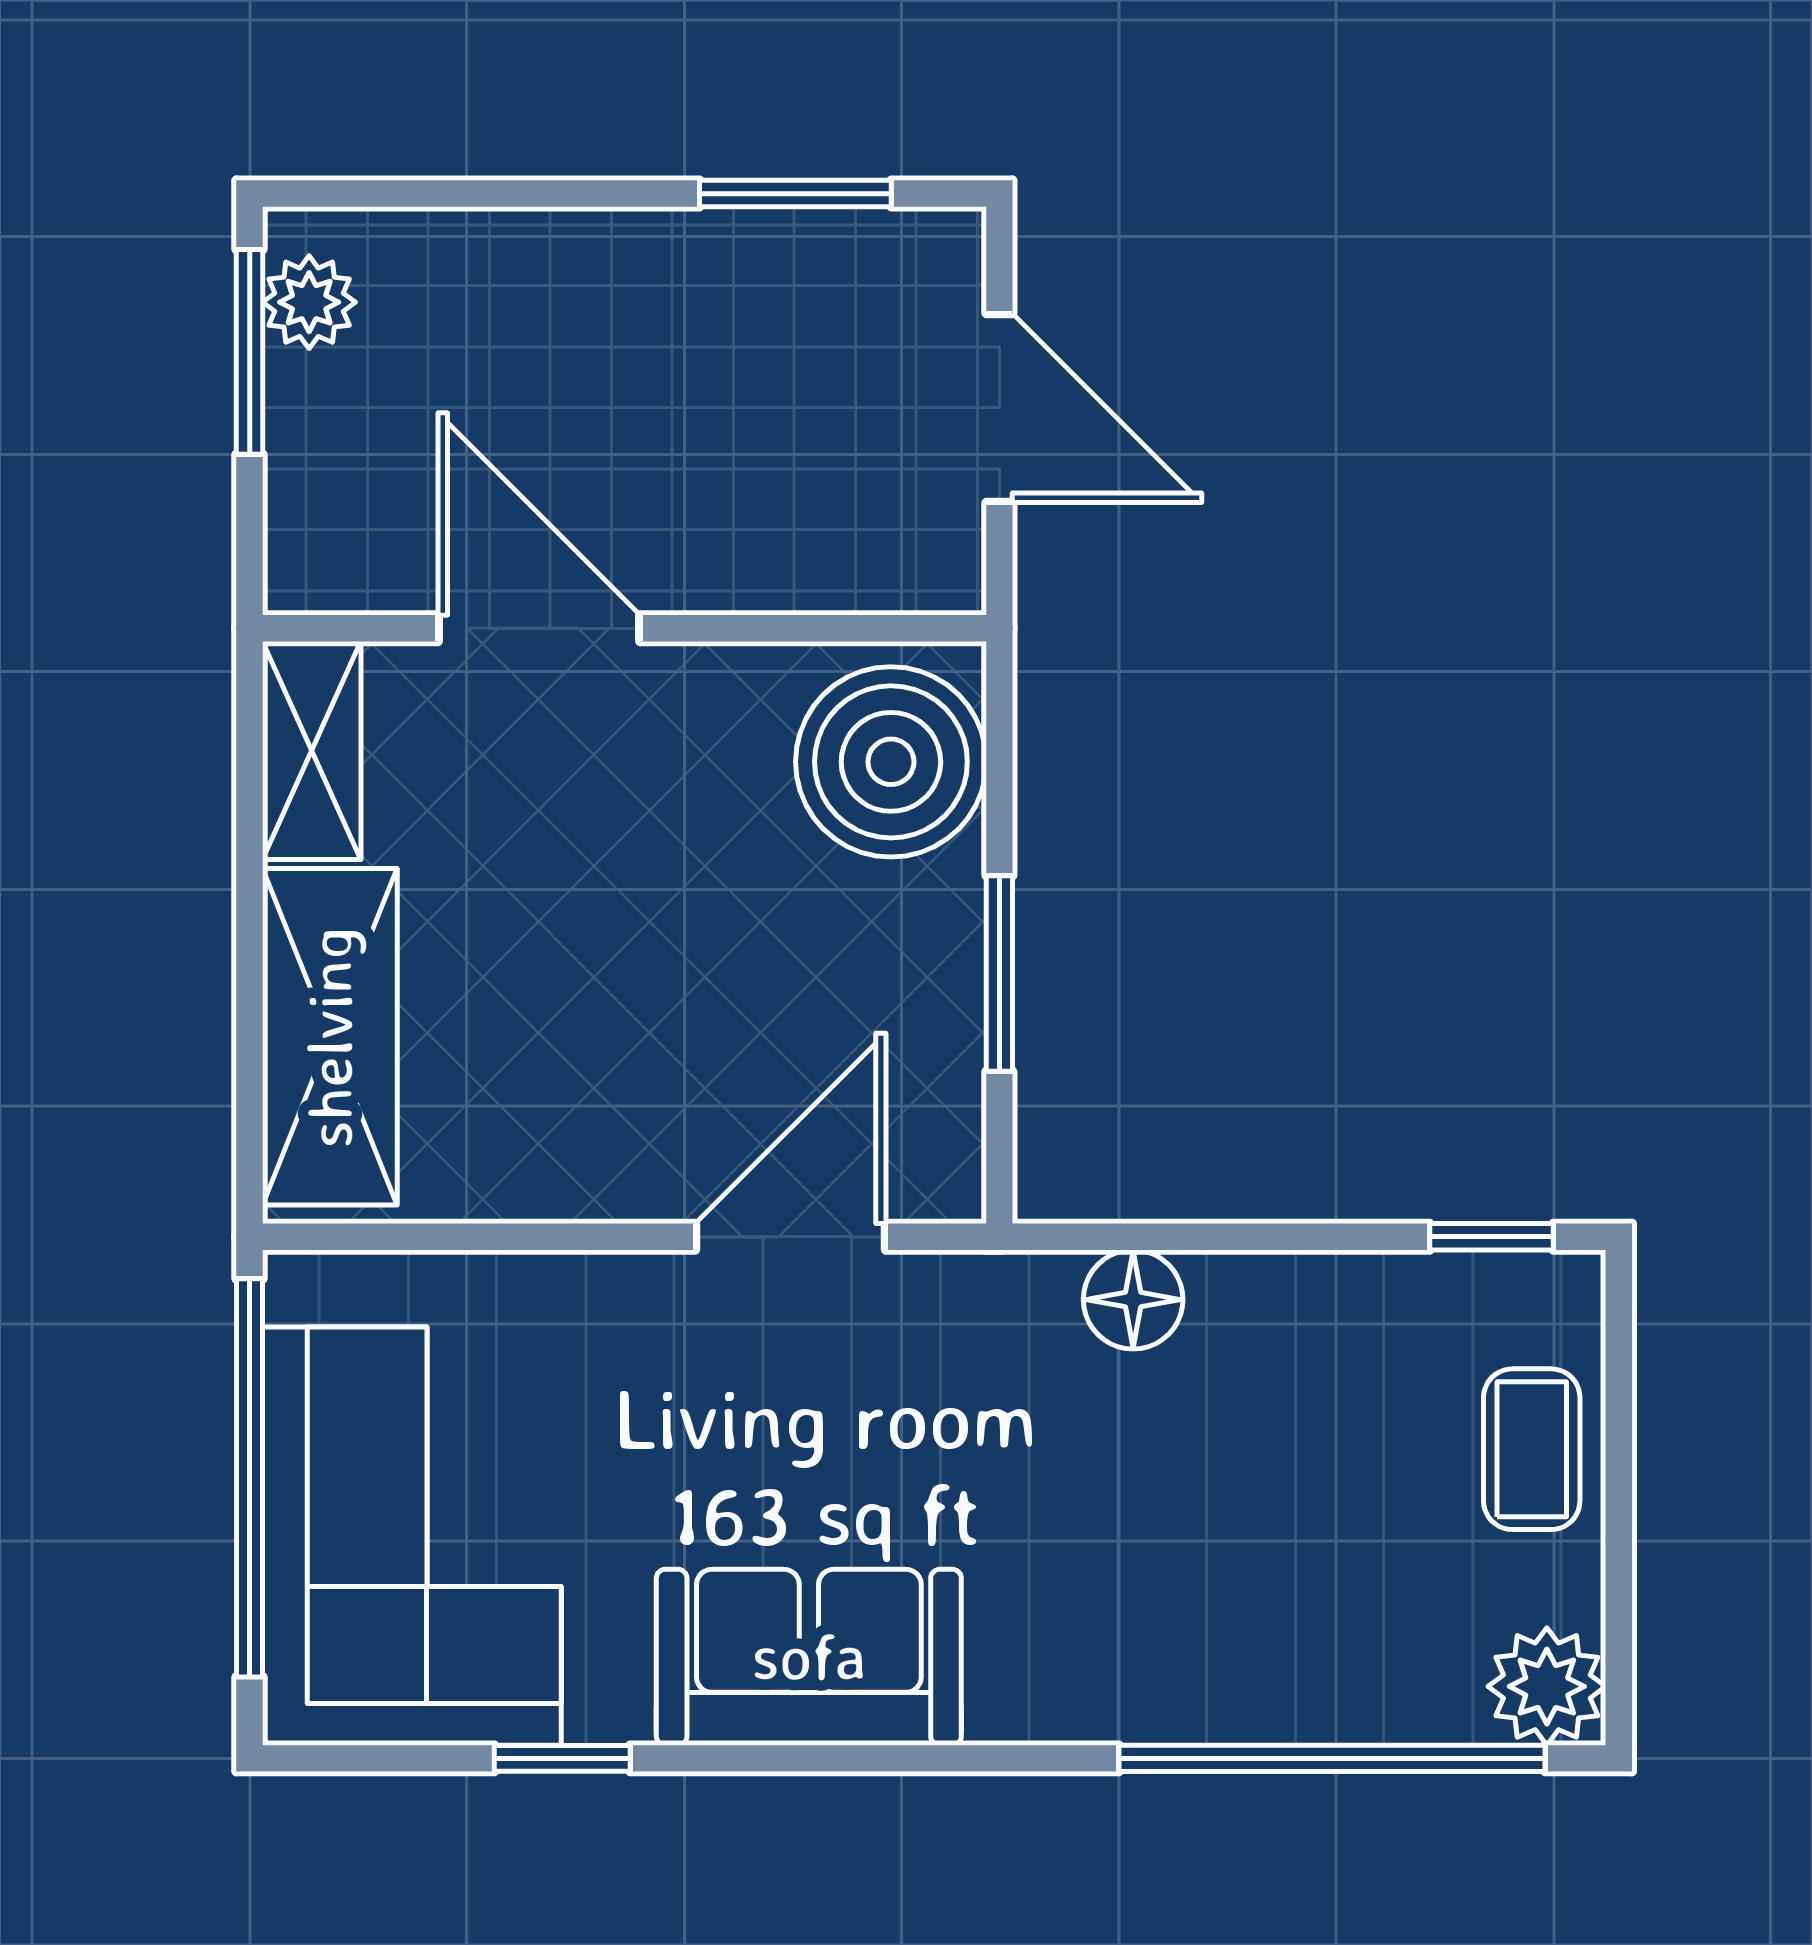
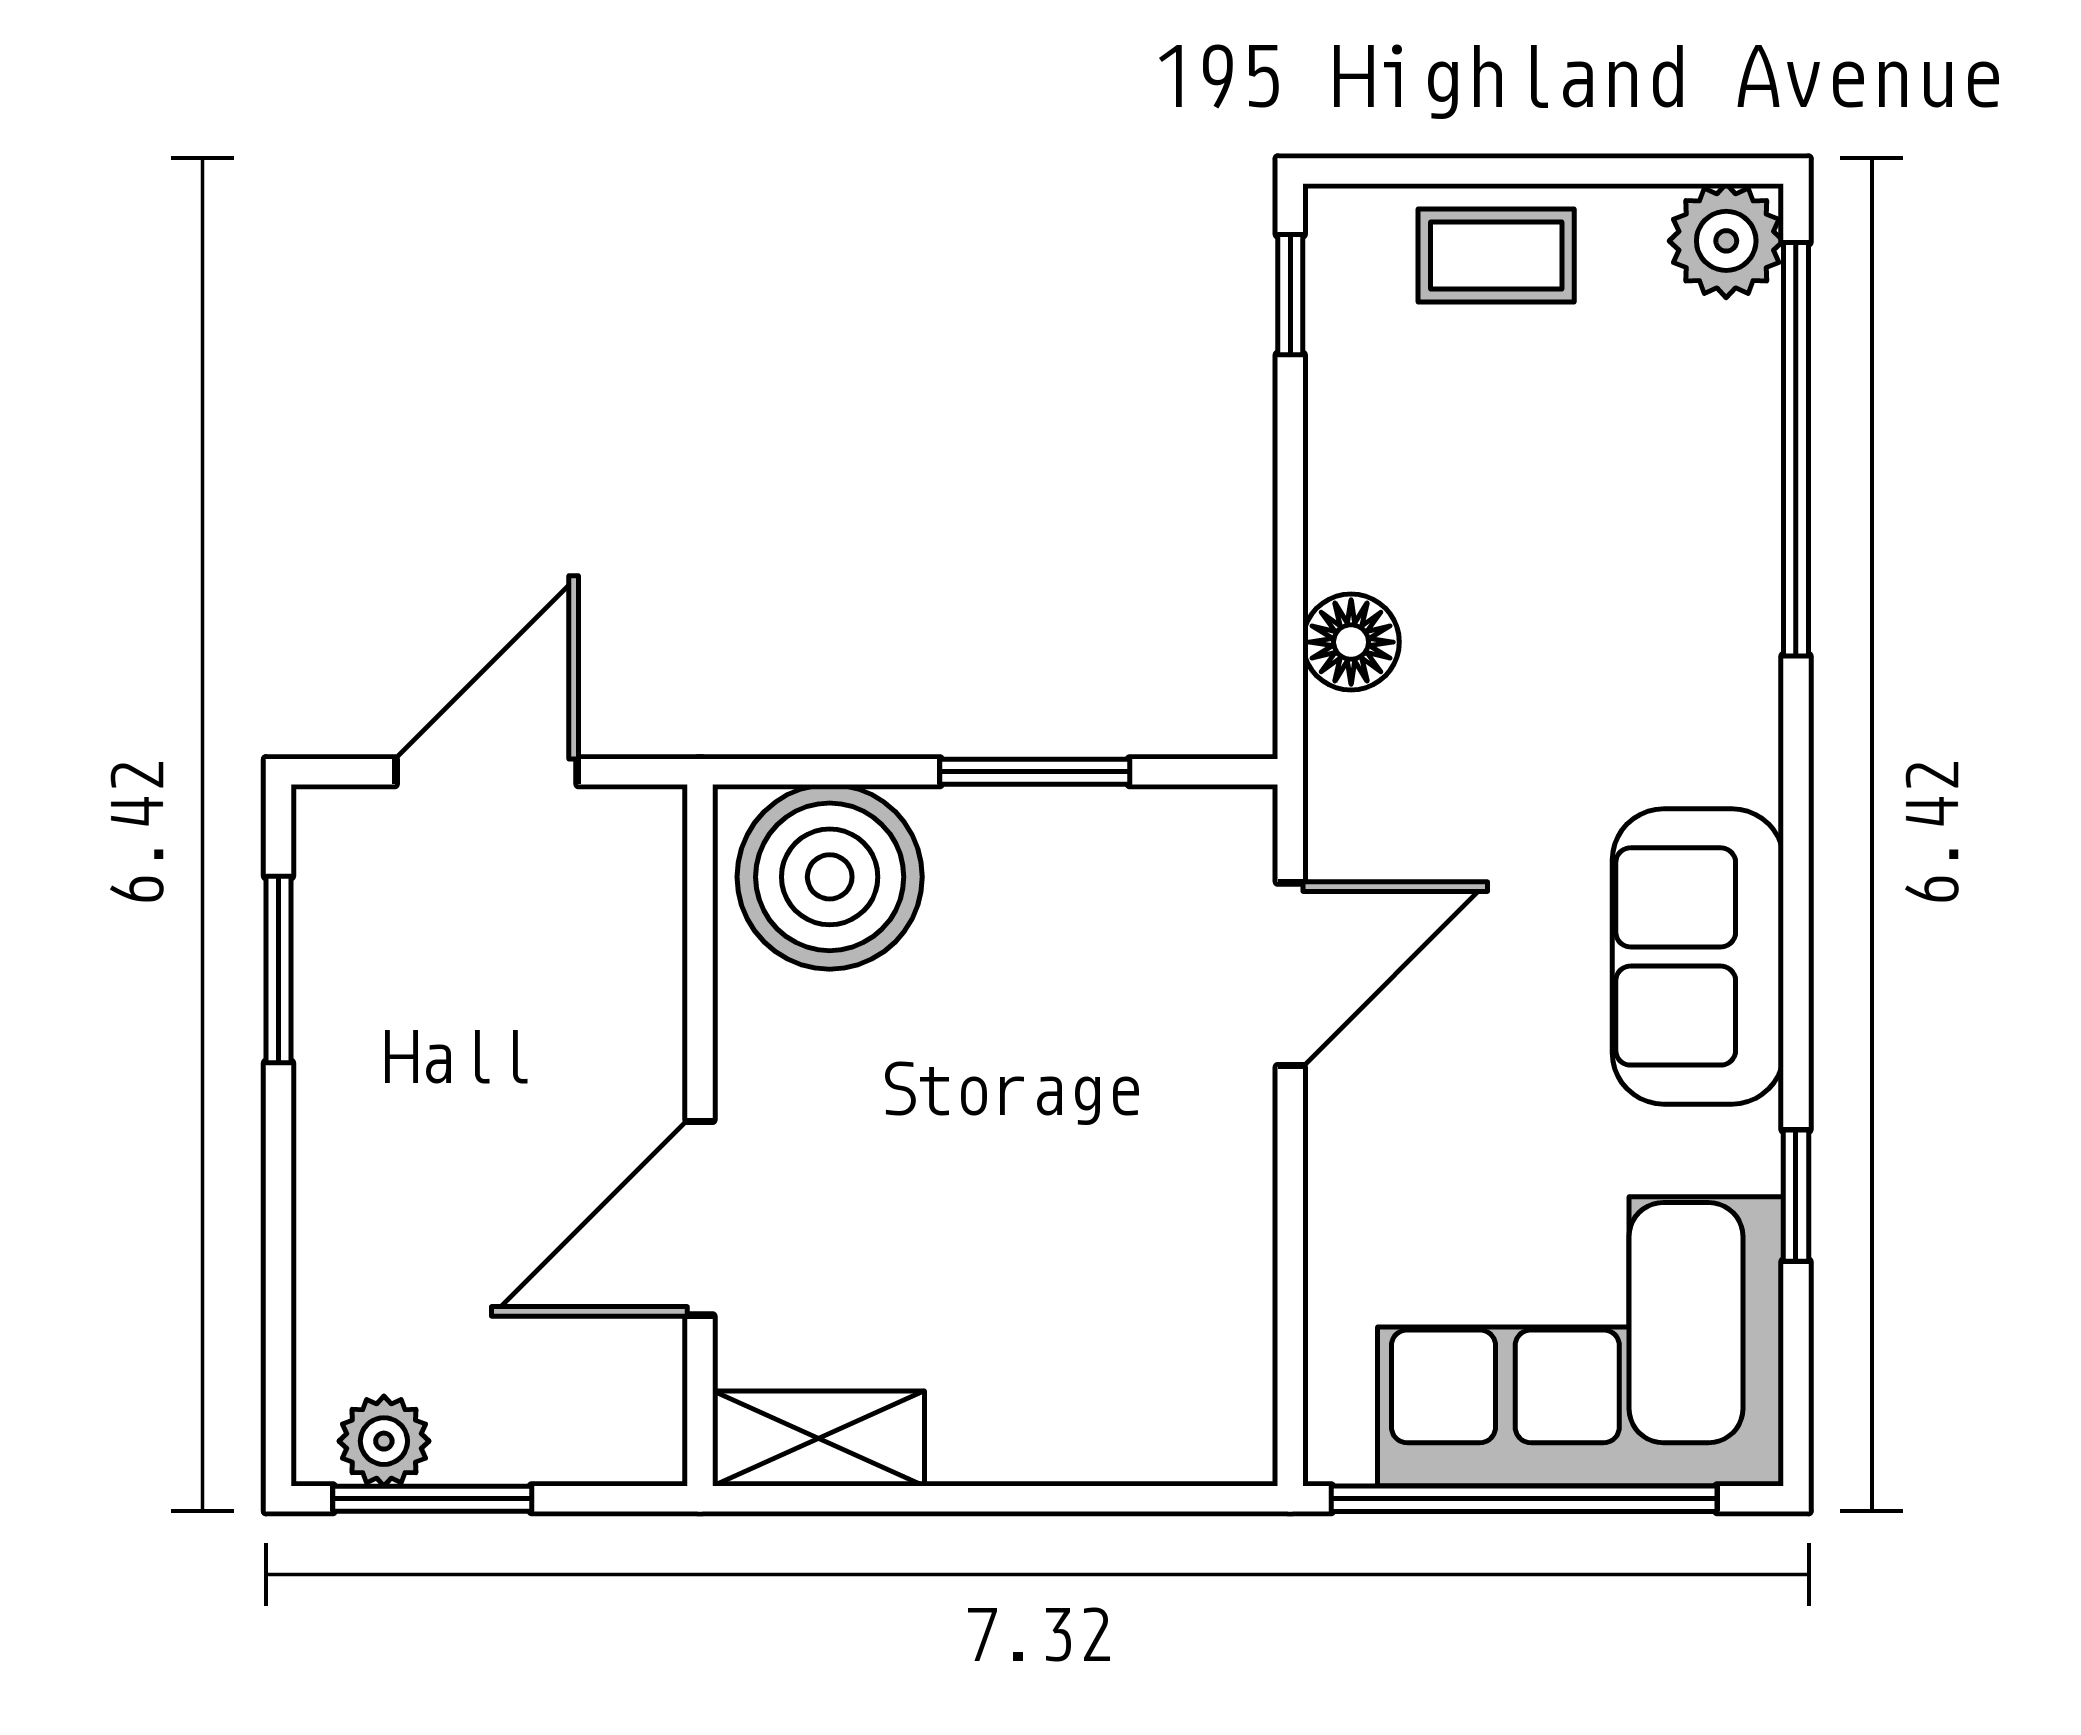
shelving: (330, 1037) -> (1096, 1421), removed
door: (790, 1237) -> (1290, 974), swing flipped

